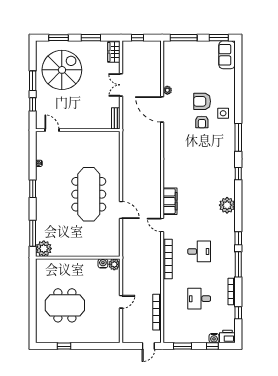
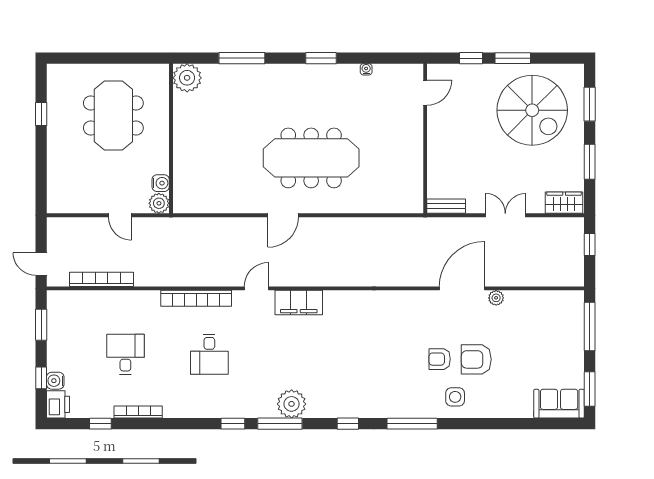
armchair: (202, 101) -> (476, 359), turned -90
plant: (44, 249) -> (187, 78), moved
wall: (78, 258) -> (171, 138), moved
water cooler: (103, 263) -> (161, 183), moved
plant: (114, 264) -> (159, 203), moved
window: (238, 264) -> (280, 424), moved

